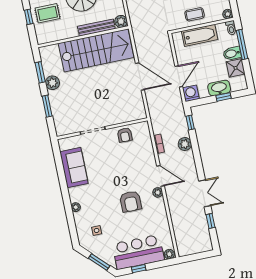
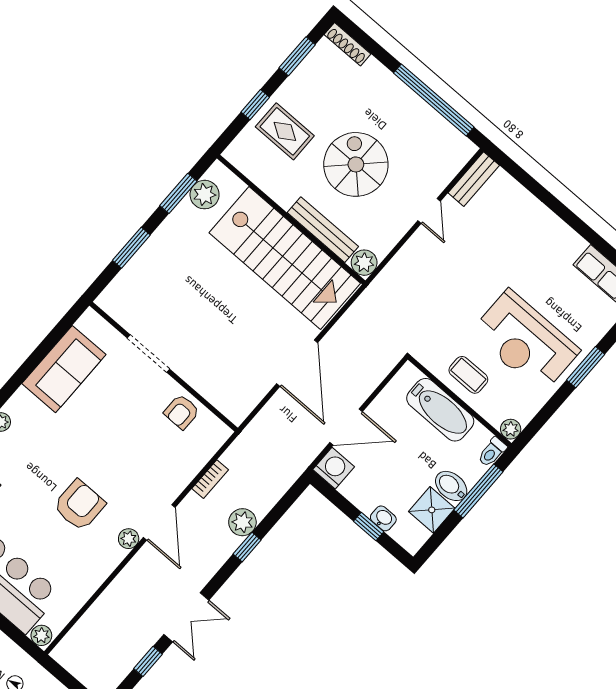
plant: (52, 83) -> (205, 195), moved
washbasin: (219, 88) -> (383, 518), width x0.52, depth x0.69
window: (190, 123) -> (247, 547), moved
armchair: (131, 201) -> (79, 505), turned 180

